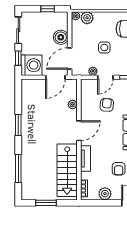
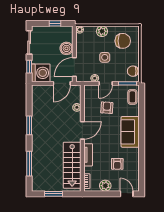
plant: (87, 18) -> (102, 31), moved

